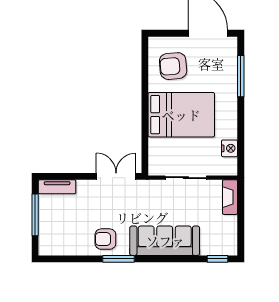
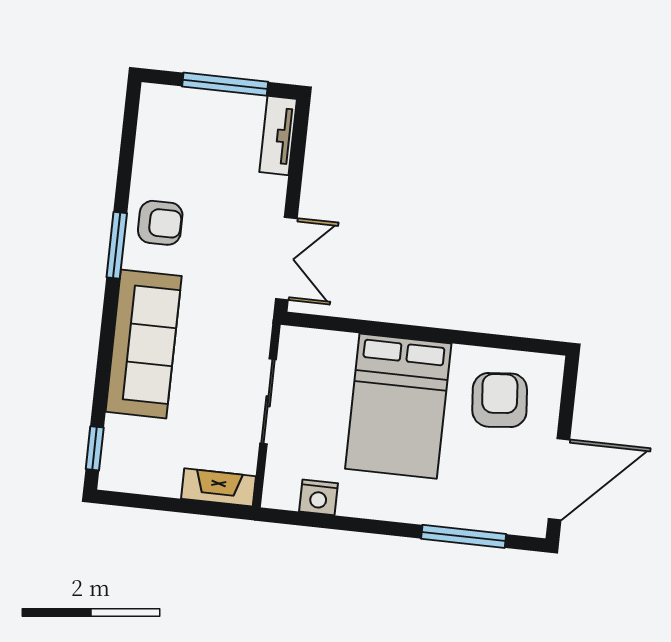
armchair: (105, 239) -> (160, 223), turned 90

